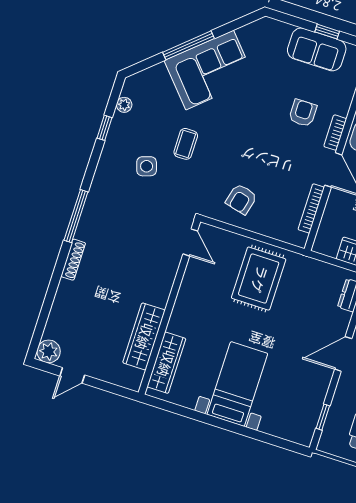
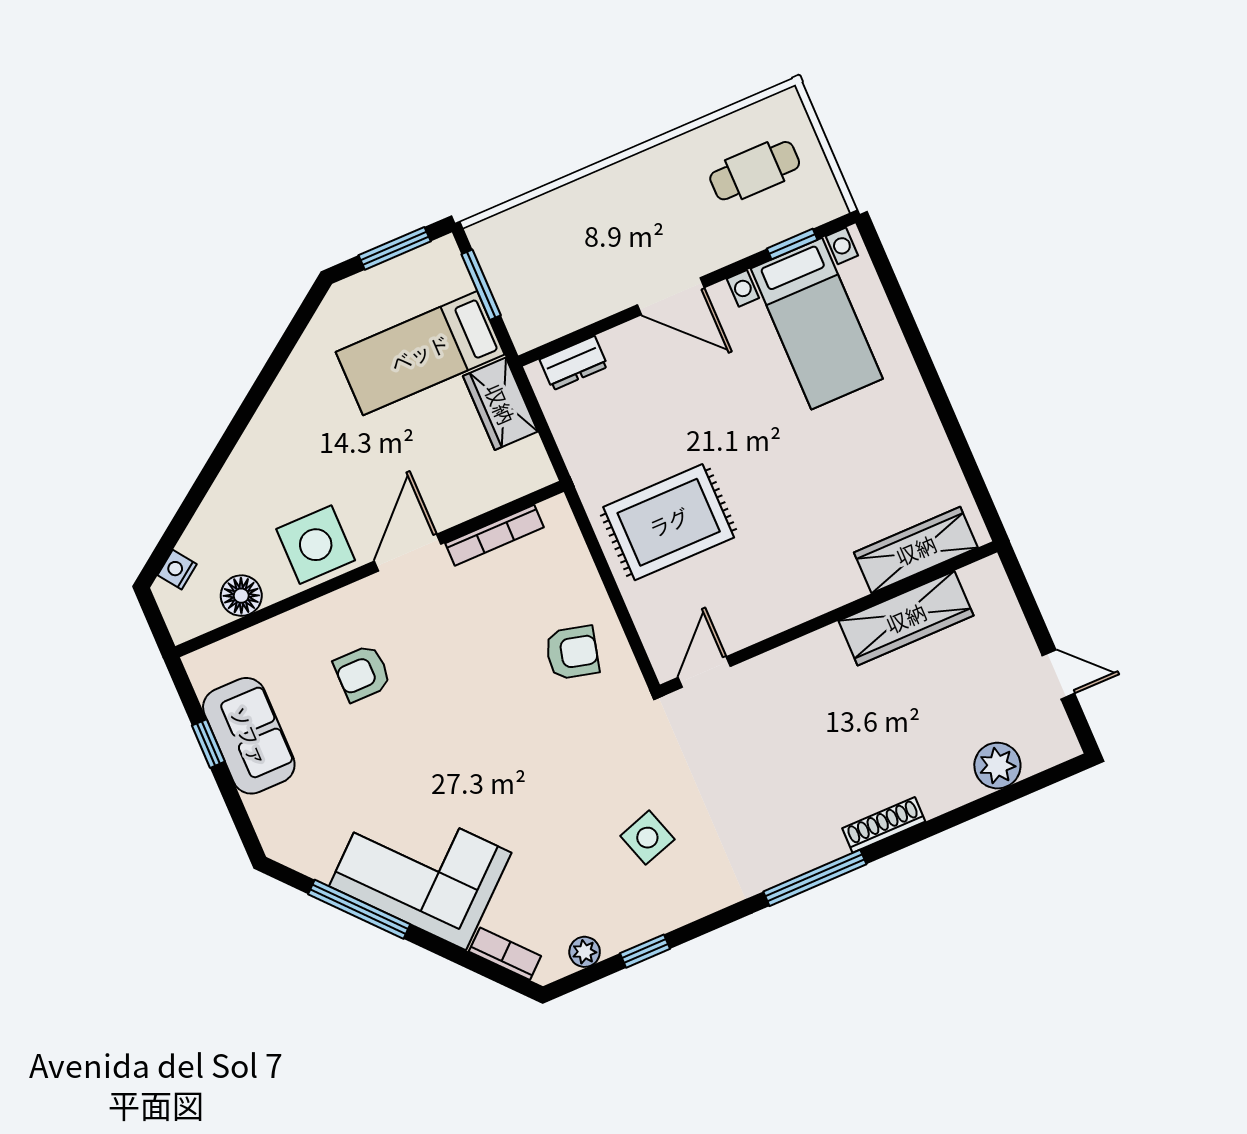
window: (188, 45) -> (359, 909), moved
bookcase: (335, 133) -> (505, 954), moved, turned -132
coffee table: (186, 144) -> (563, 808), removed
plant: (49, 351) -> (997, 766), moved
bed with nightstands: (237, 384) -> (817, 324), moved, turned -90

